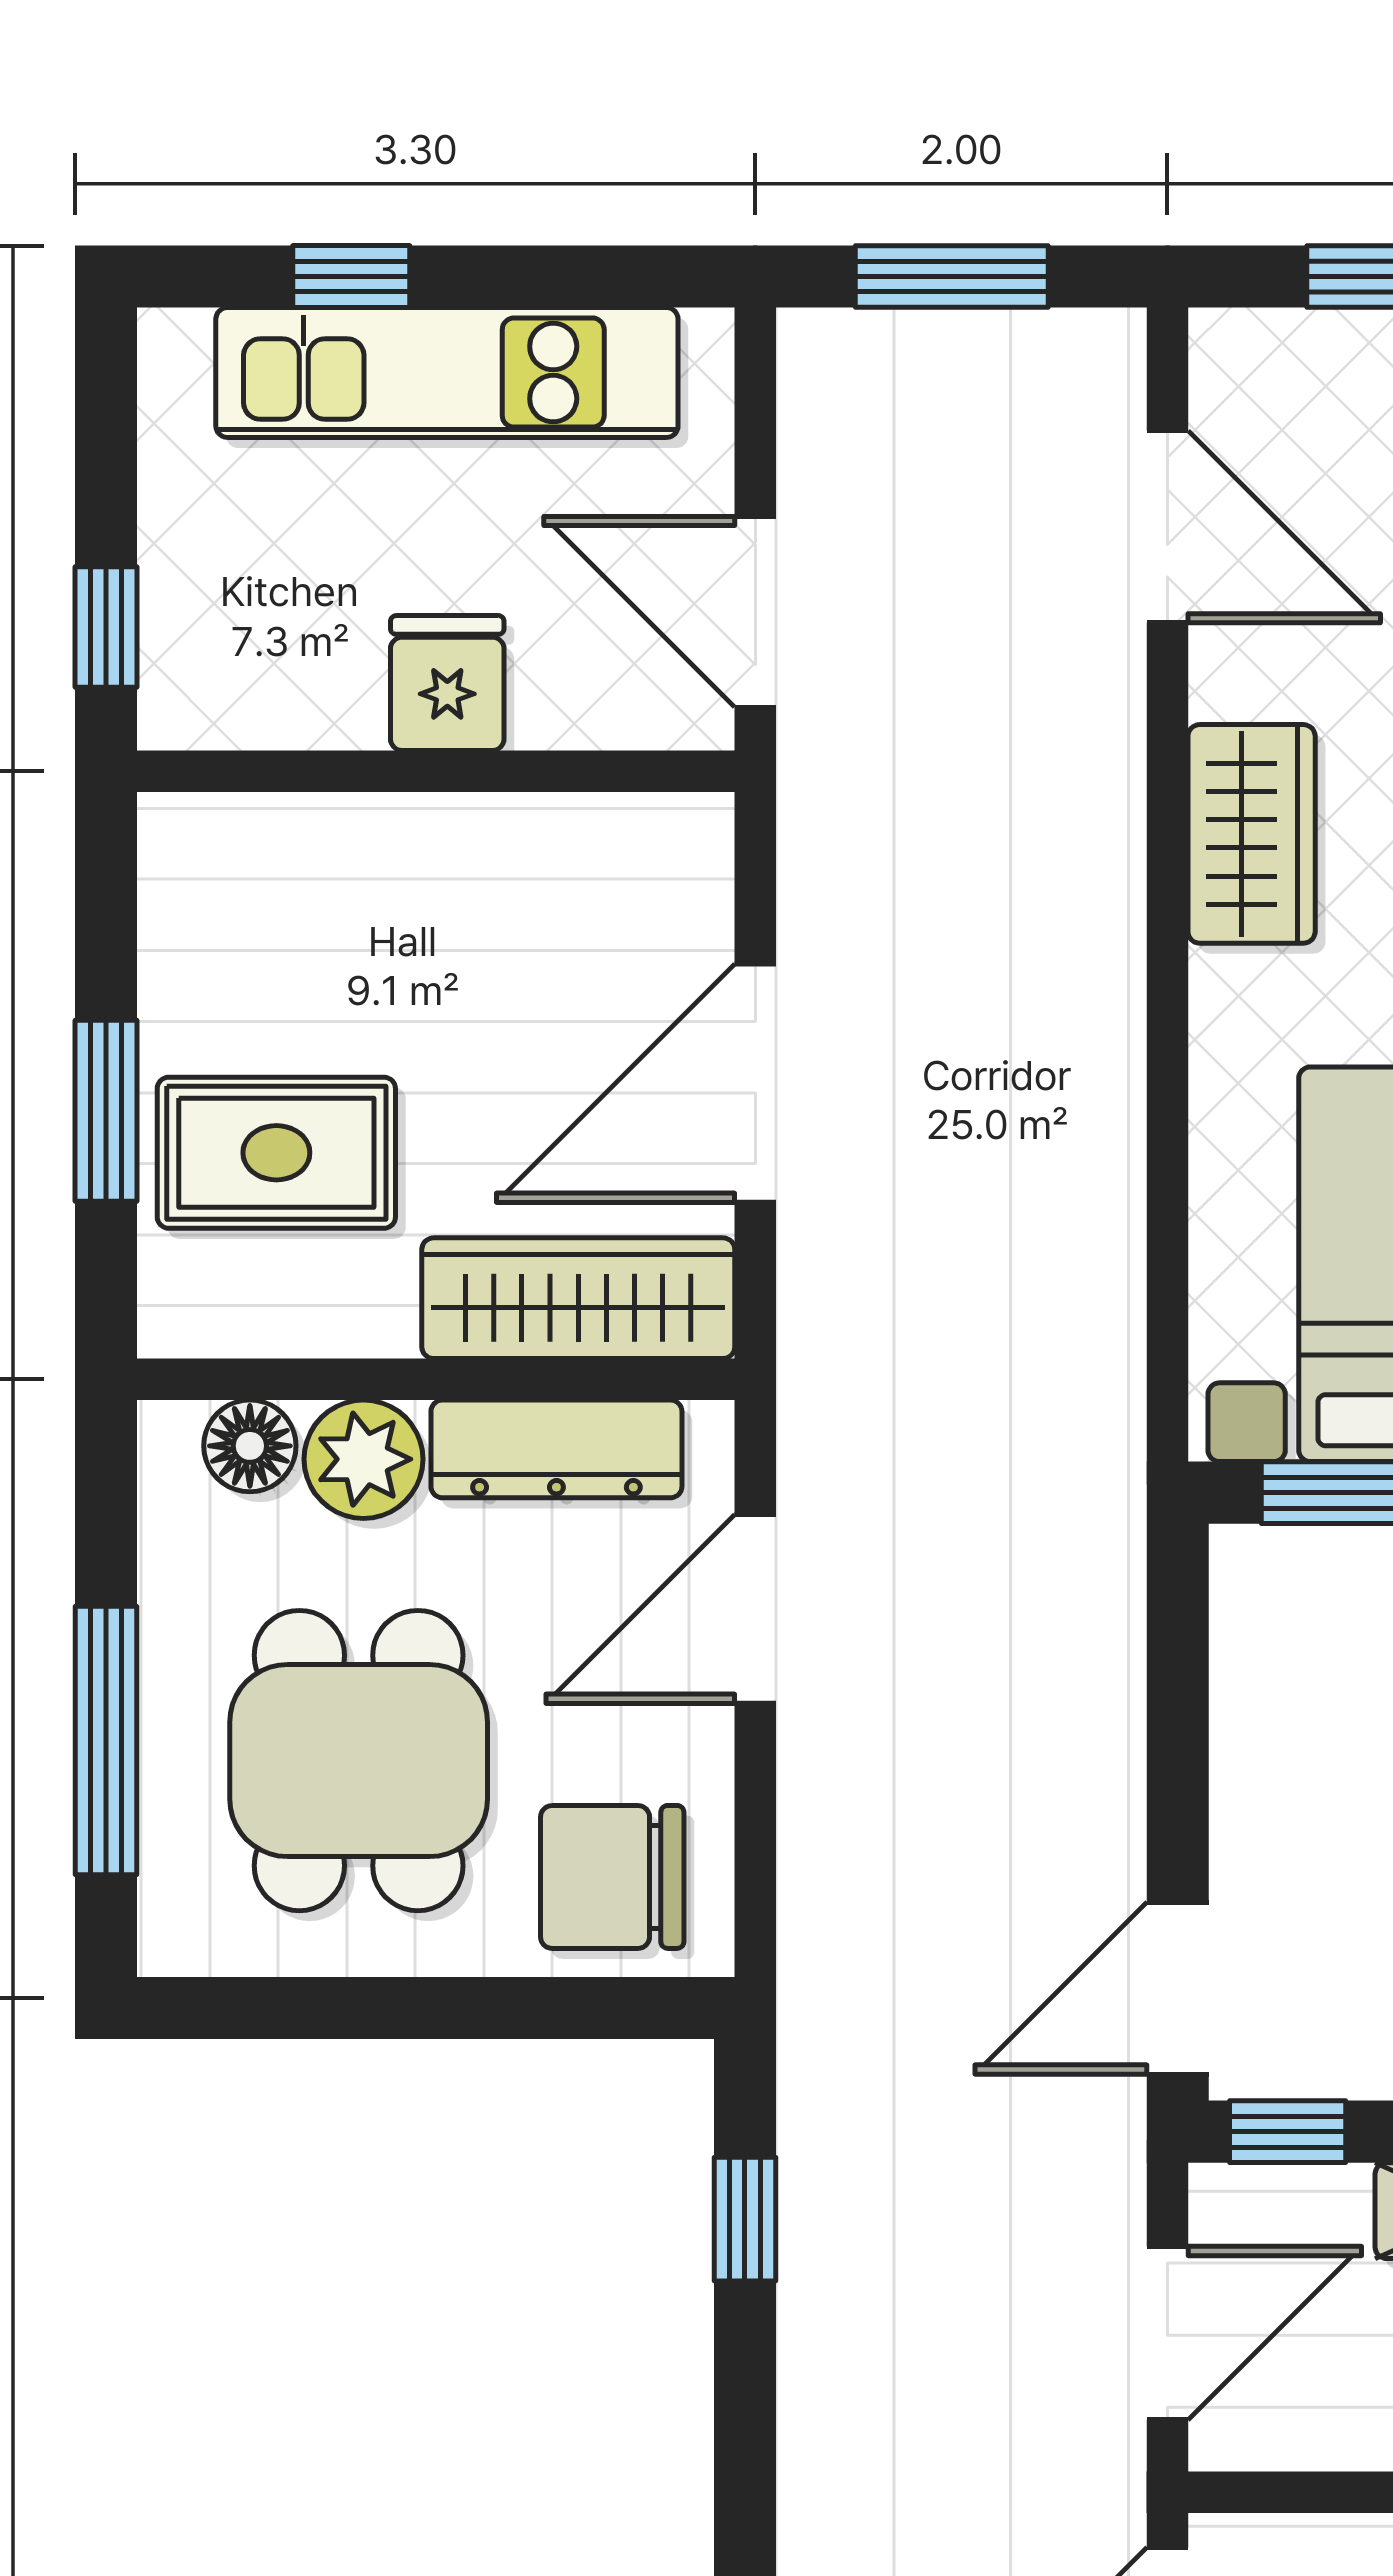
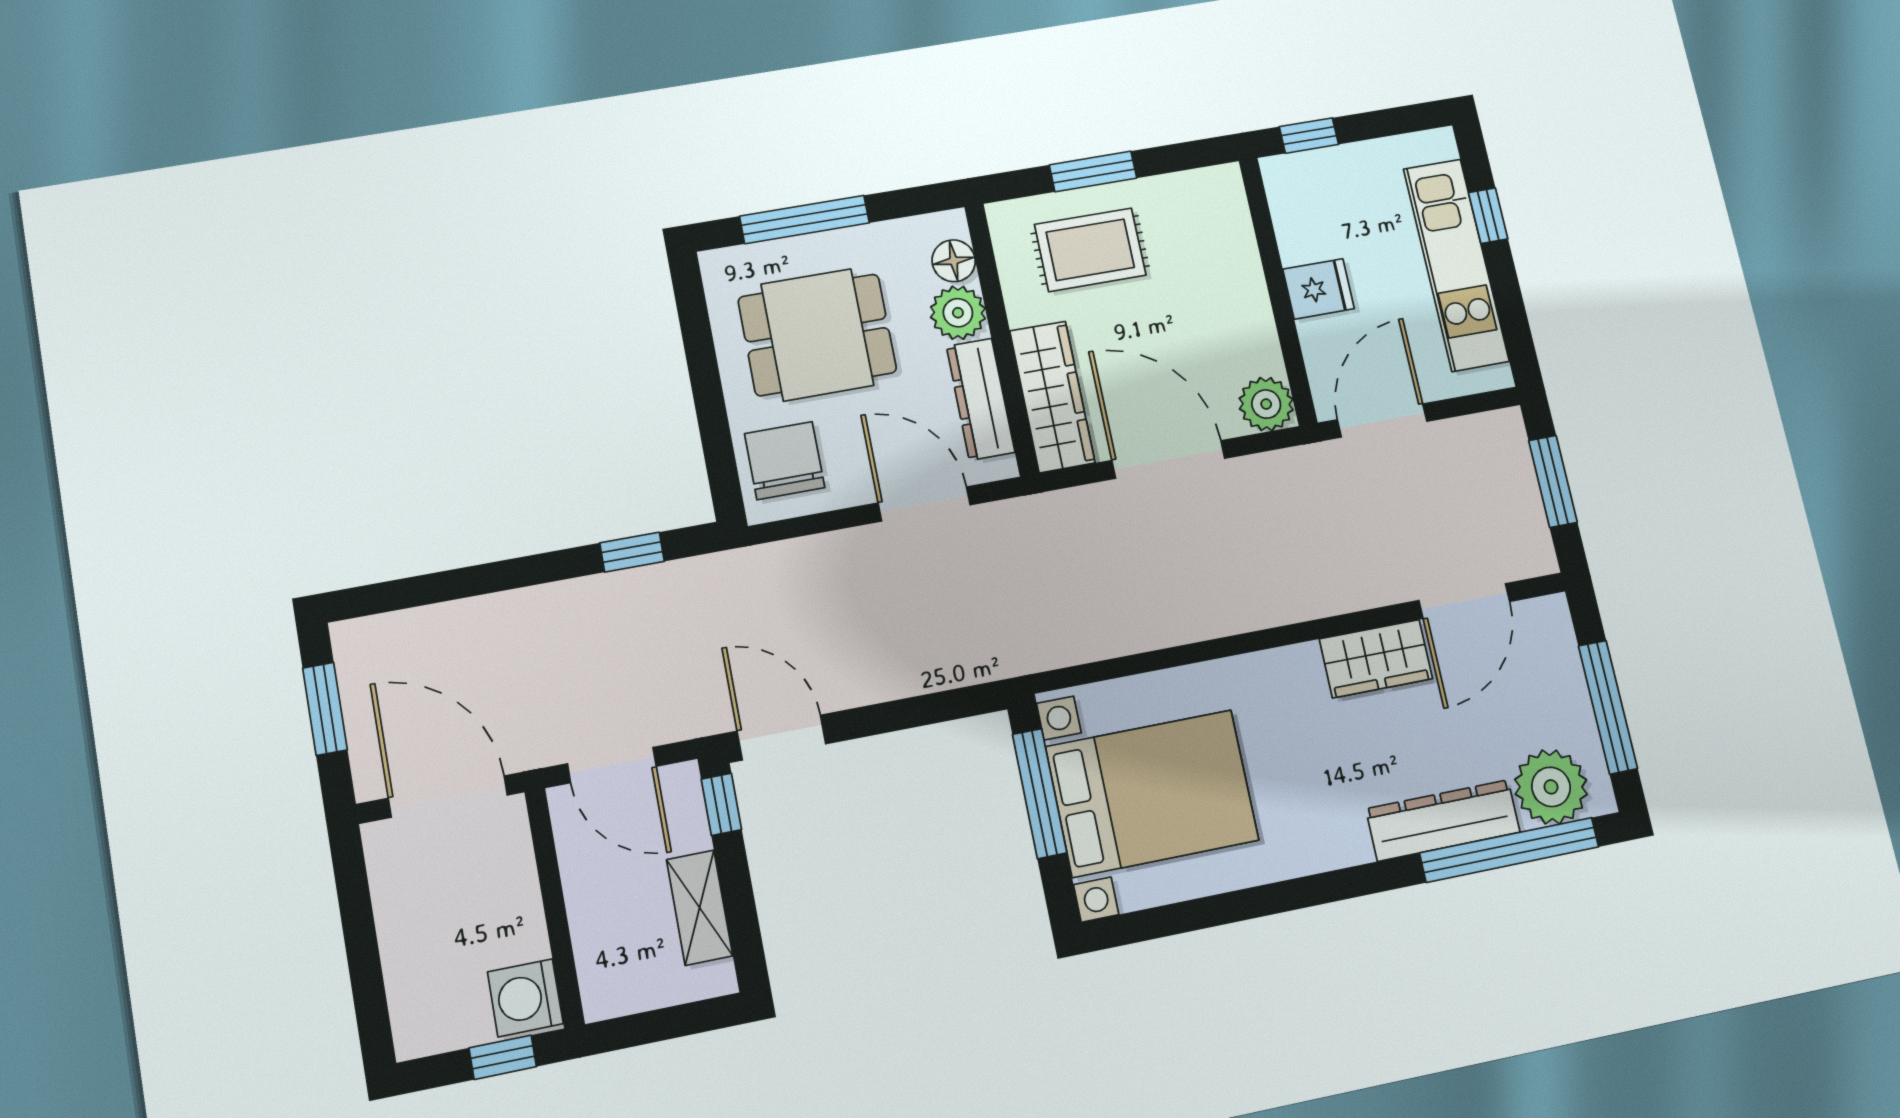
wardrobe: (1252, 834) -> (1376, 659), moved
plant: (675, 851) -> (1266, 404), added
rug: (276, 1153) -> (1090, 250), turned 90

